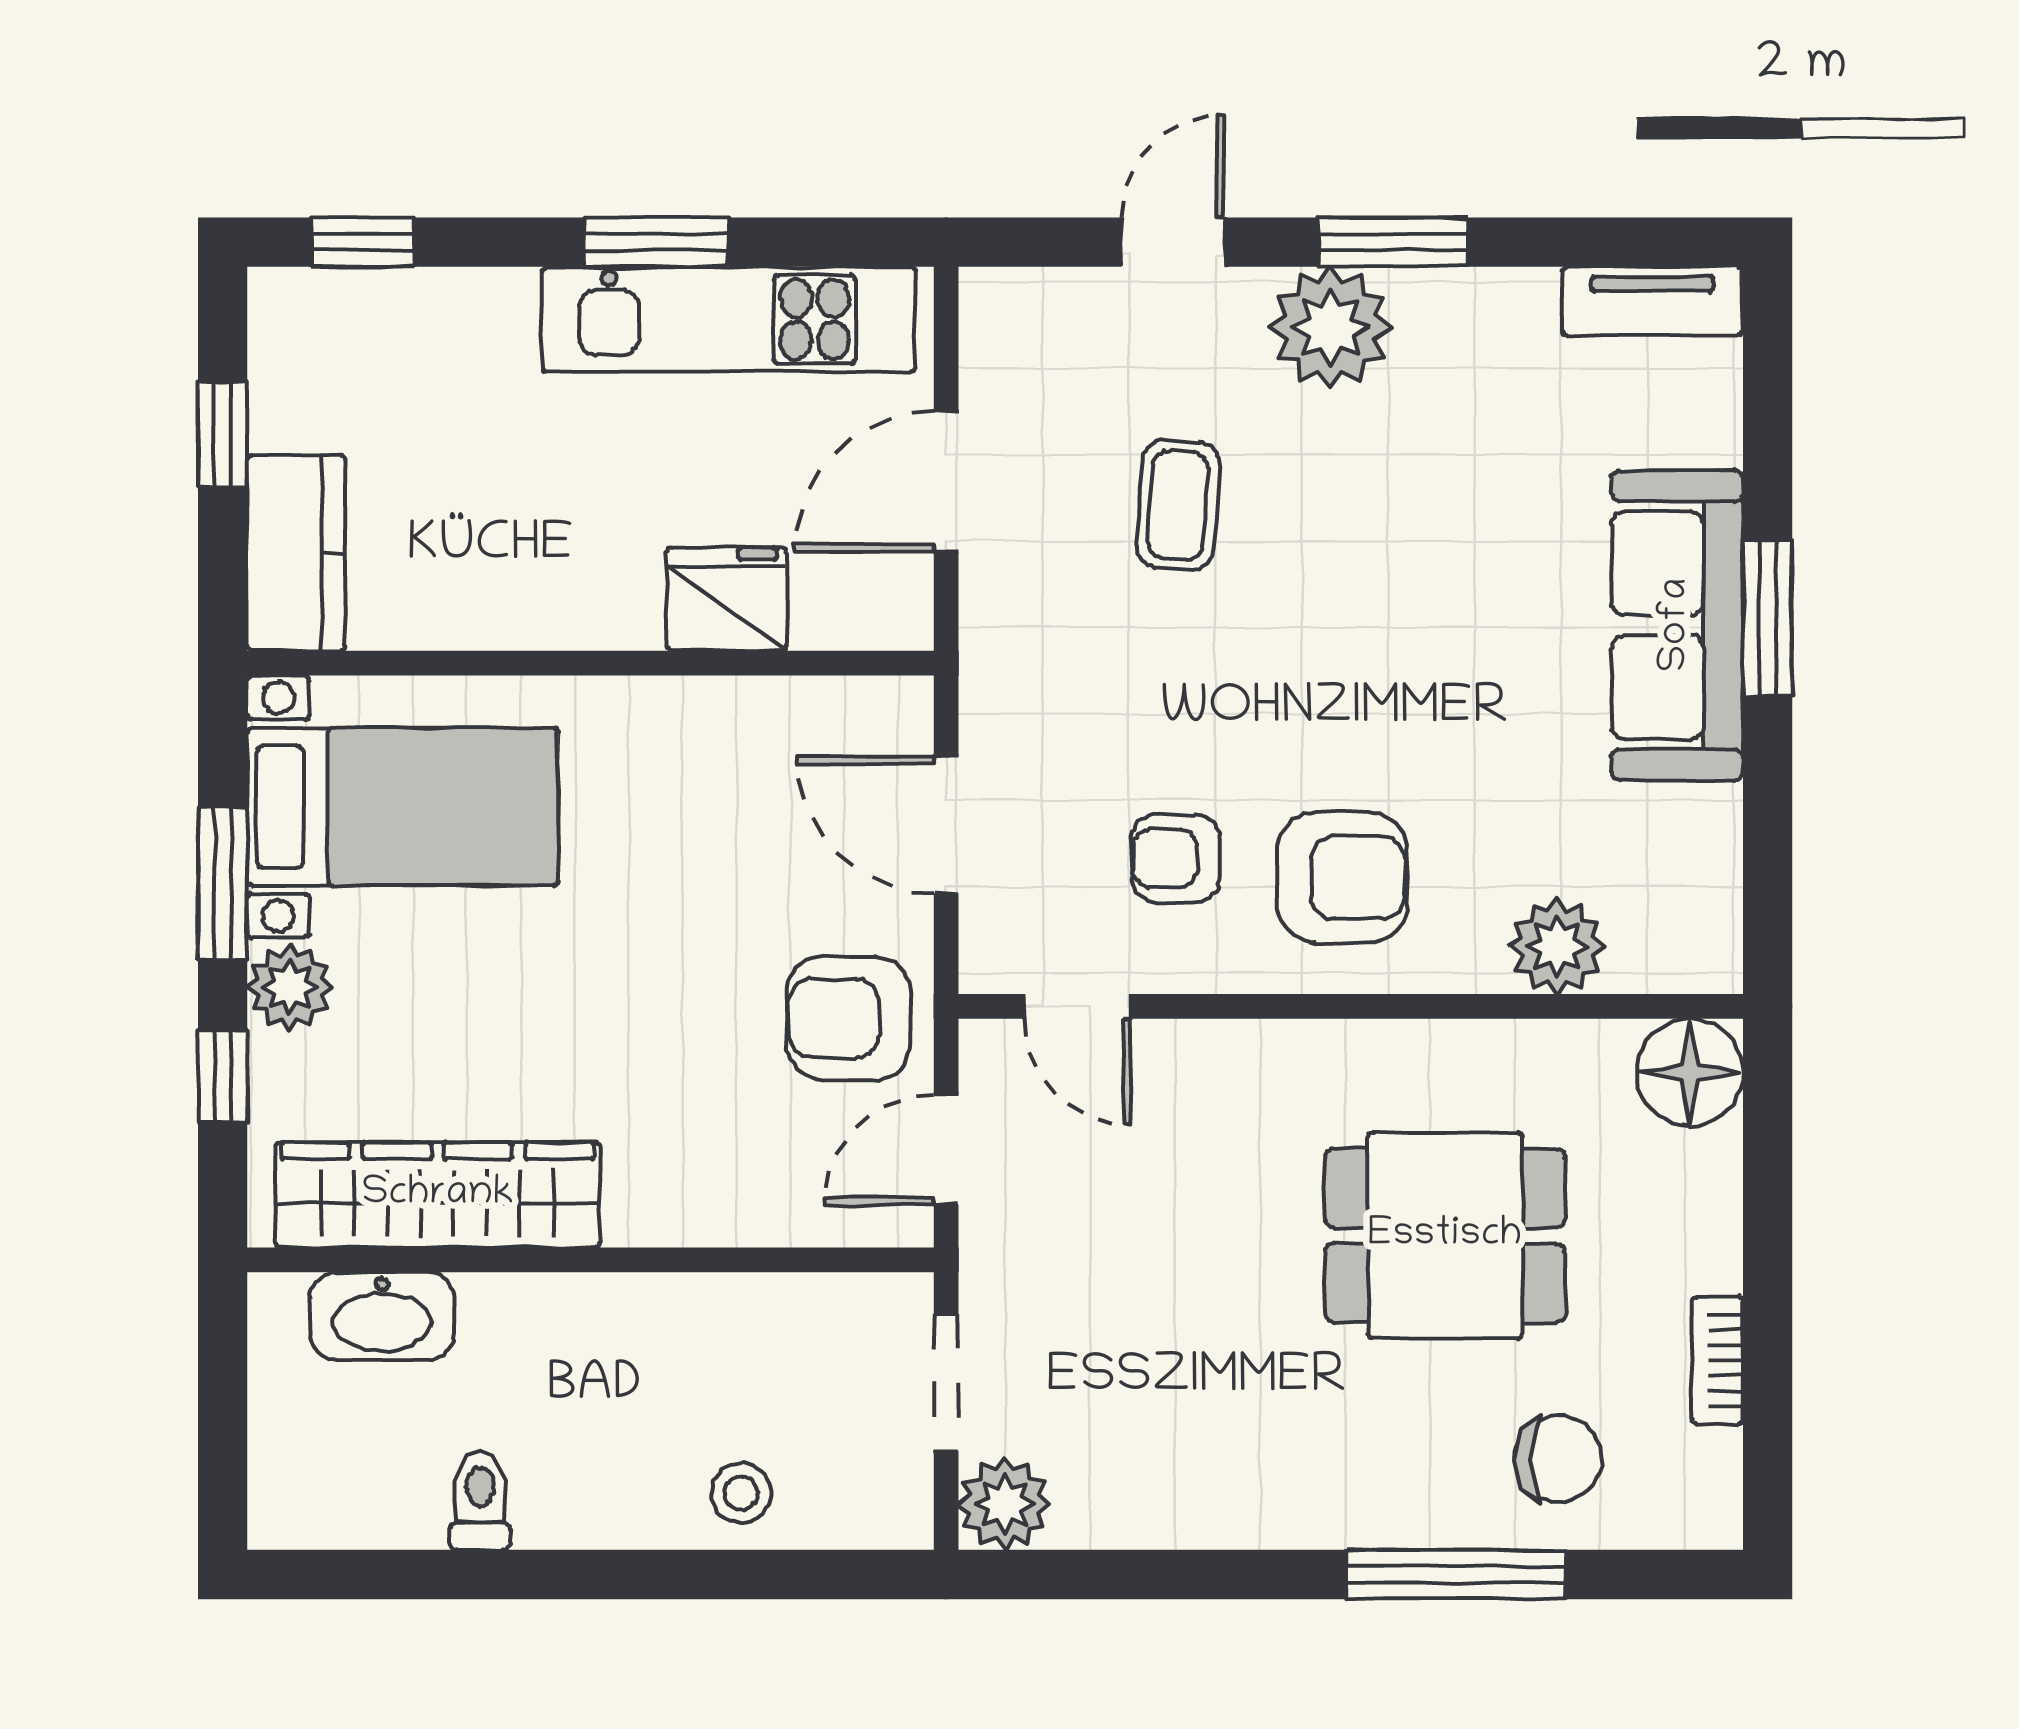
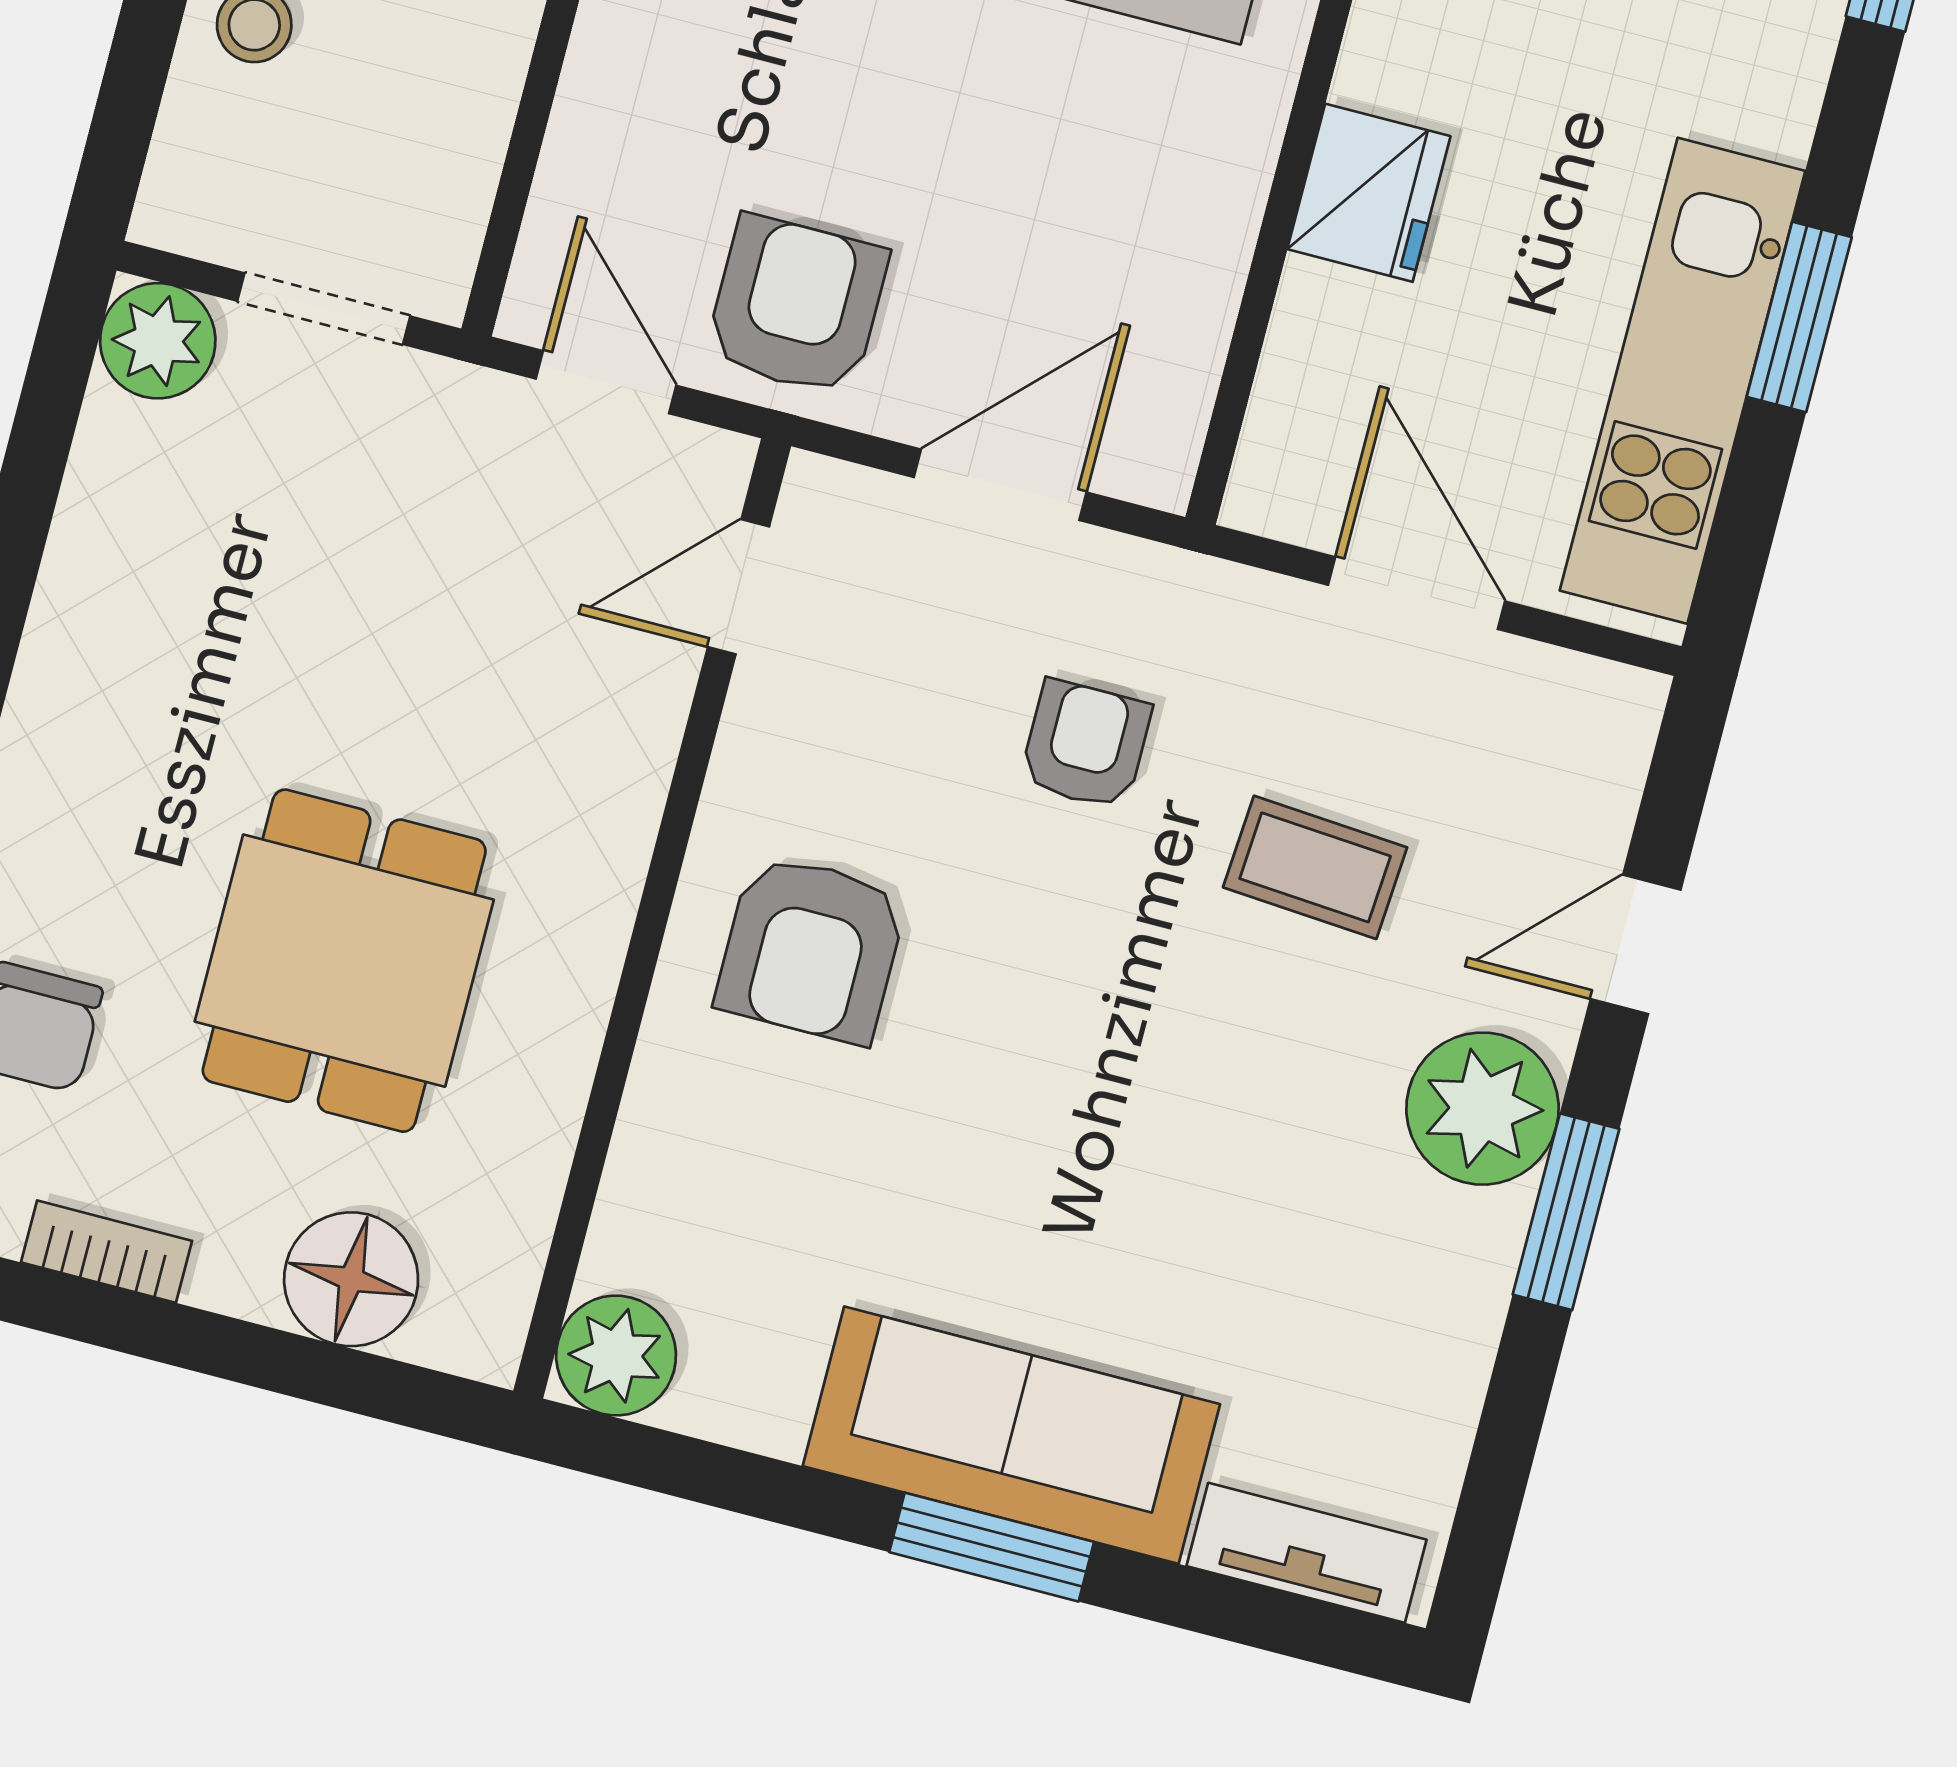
door: (1173, 242) -> (1636, 944), swing flipped
tv unit: (1652, 301) -> (1307, 1553), moved, turned 90
fridge: (726, 599) -> (1369, 193), moved
armchair: (1176, 858) -> (1086, 745), moved
plant: (1557, 946) -> (616, 1356), moved
floor lamp: (1690, 1072) -> (351, 1279), moved

